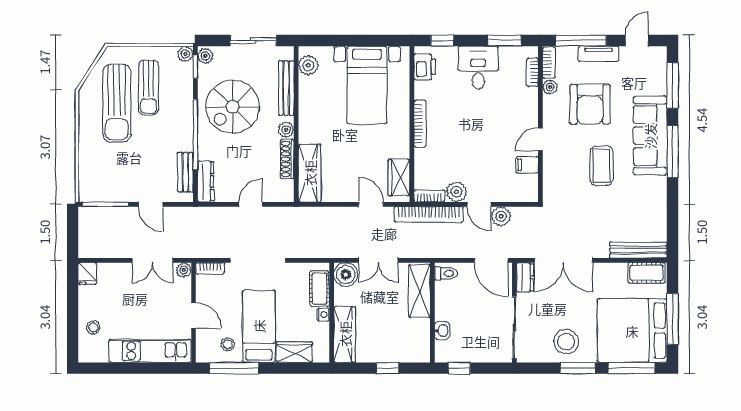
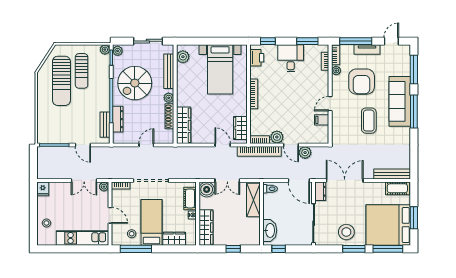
dresser: (206, 181) -> (118, 119), moved
double door: (563, 260) -> (345, 180), swing flipped
window: (673, 319) -> (414, 218), width x0.69
washbasin: (442, 331) -> (270, 230), width x1.91, depth x1.45

